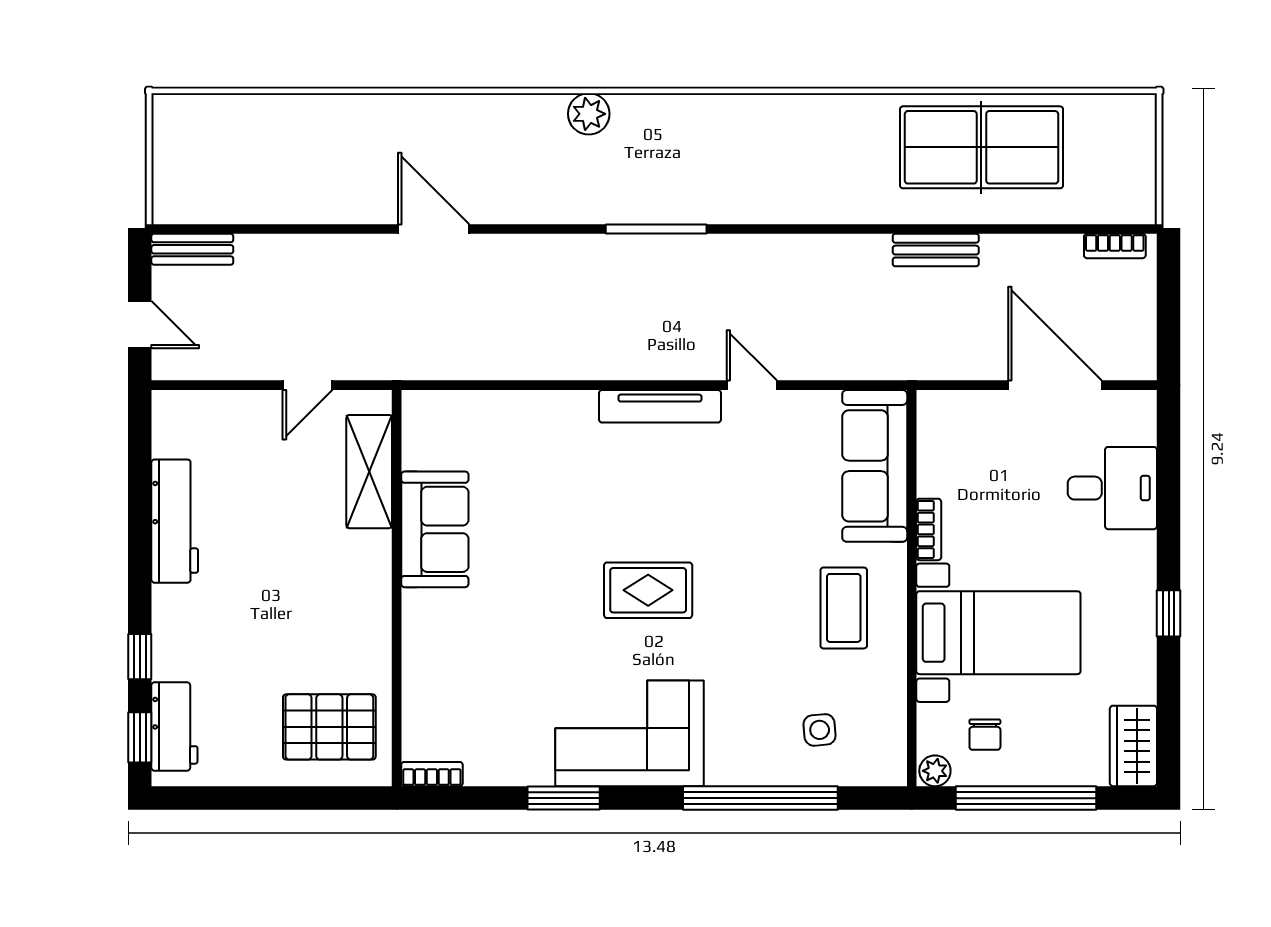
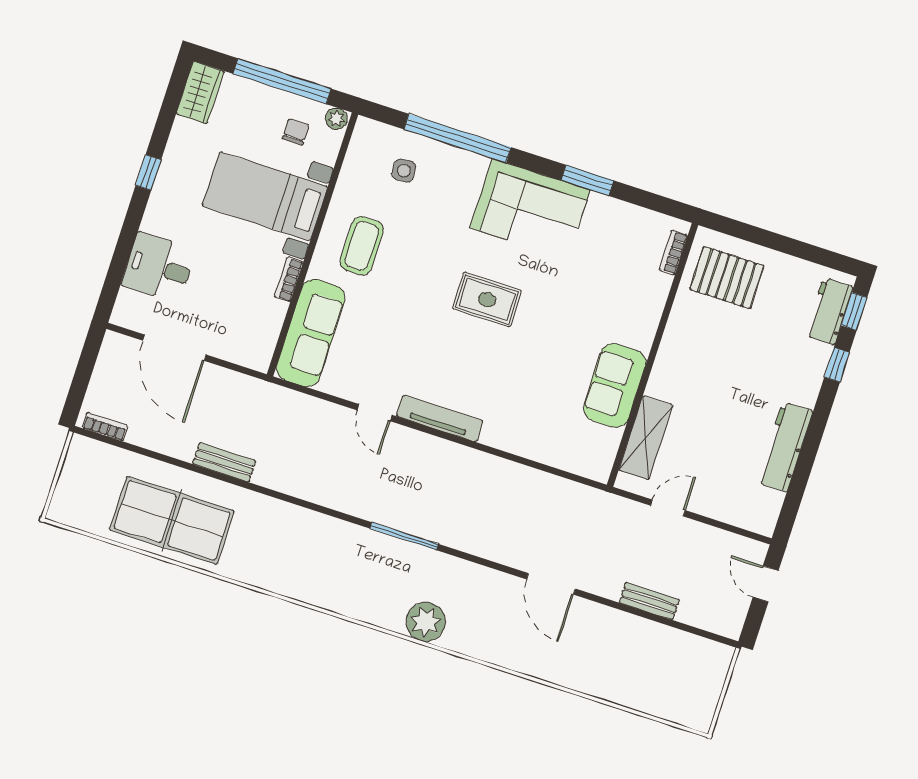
plant: (589, 114) -> (426, 622), width x1.36, depth x1.36
bench: (192, 249) -> (649, 601), moved
bookcase: (432, 774) -> (673, 253), moved, turned 90

